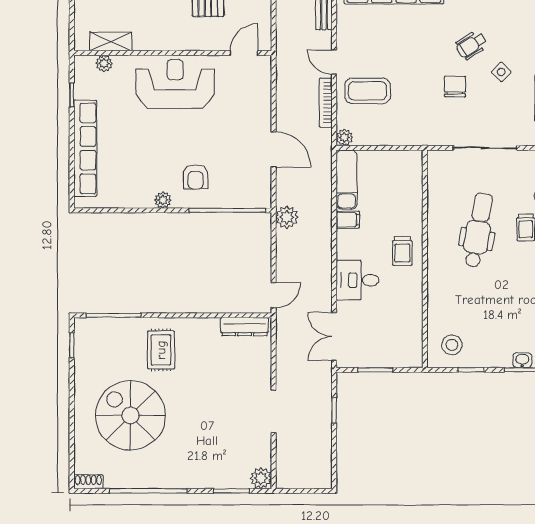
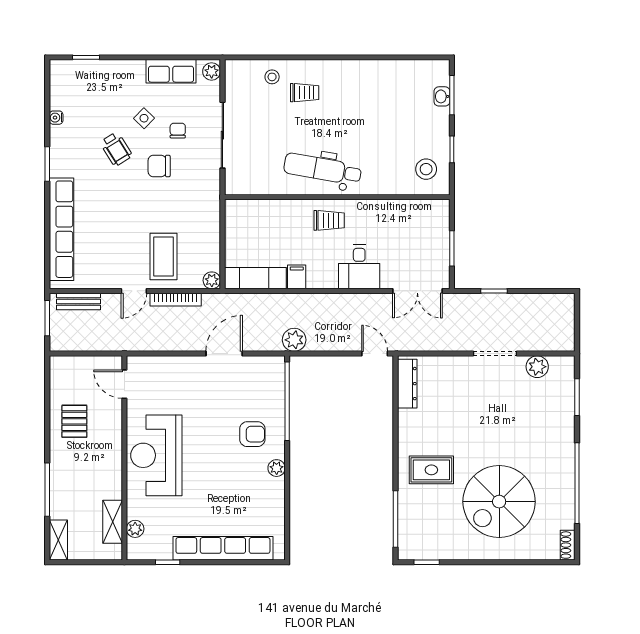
chair: (489, 105) -> (178, 131), added
dental chair: (478, 230) -> (323, 169), moved
plant: (261, 478) -> (537, 367), moved

